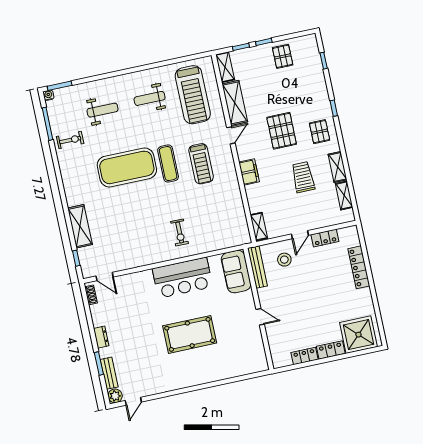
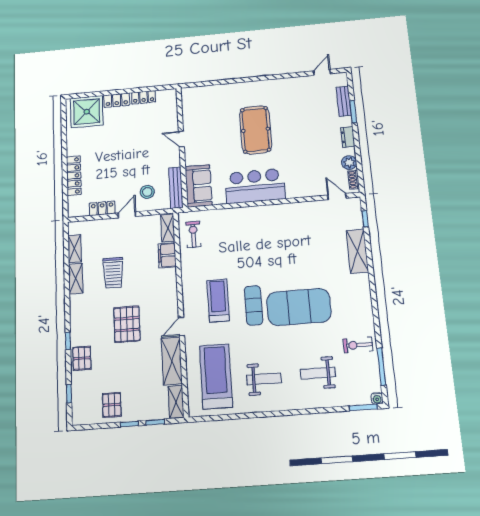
pallet: (320, 132) -> (82, 358), moved
filing cabinet: (249, 172) -> (167, 255), moved
exercise bike: (180, 232) -> (193, 234), moved
pool table: (190, 334) -> (256, 130), turned 90
plant: (115, 396) -> (349, 163), moved

